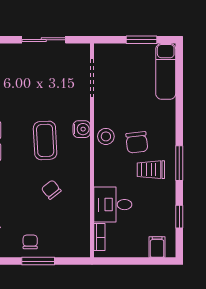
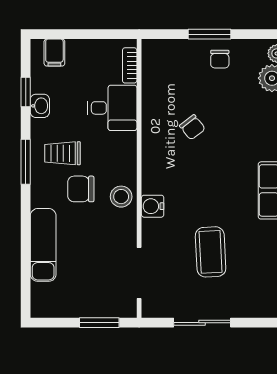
window: (142, 40) -> (99, 323), moved
exam couch: (166, 71) -> (43, 245), moved
coffee table: (45, 140) -> (211, 252), moved
chair: (137, 142) -> (81, 189), turned -84
trolley: (151, 170) -> (63, 153), turned 180
washbasin: (168, 206) -> (40, 106), added

